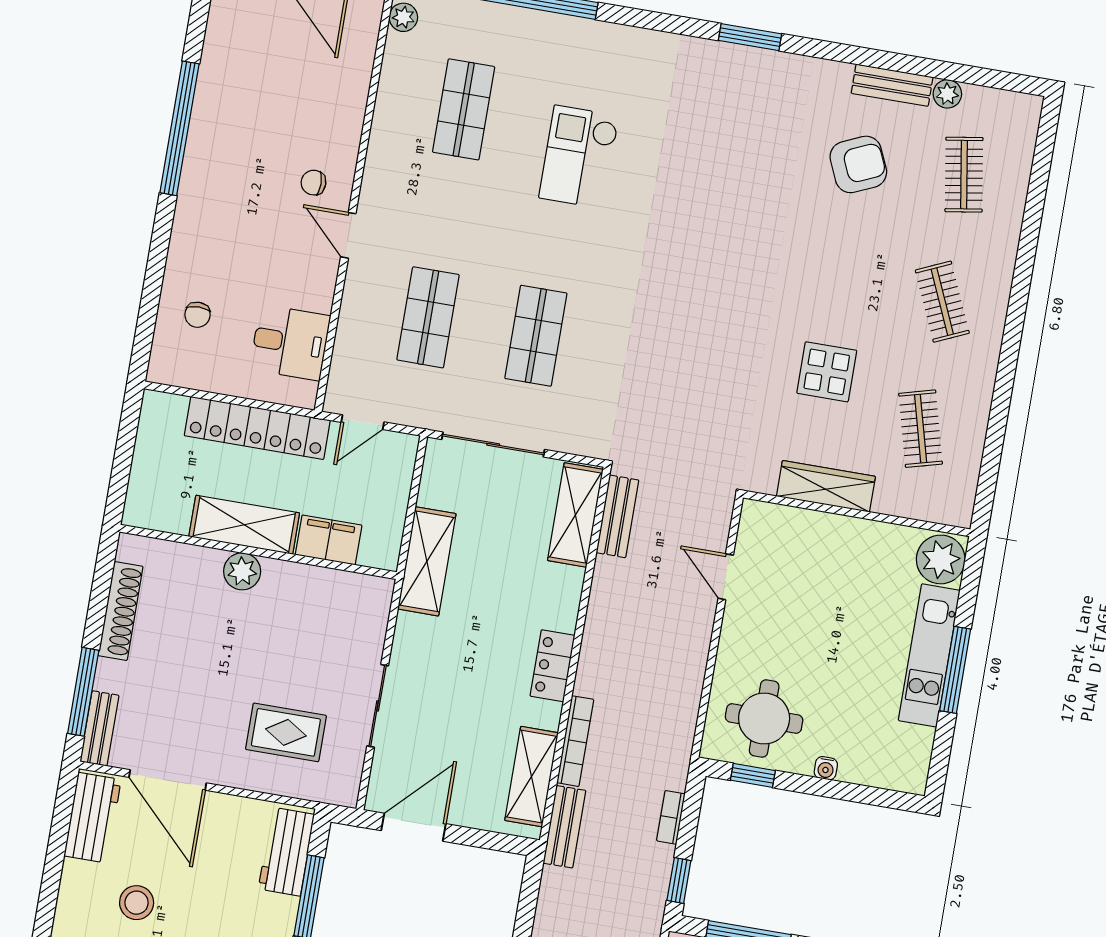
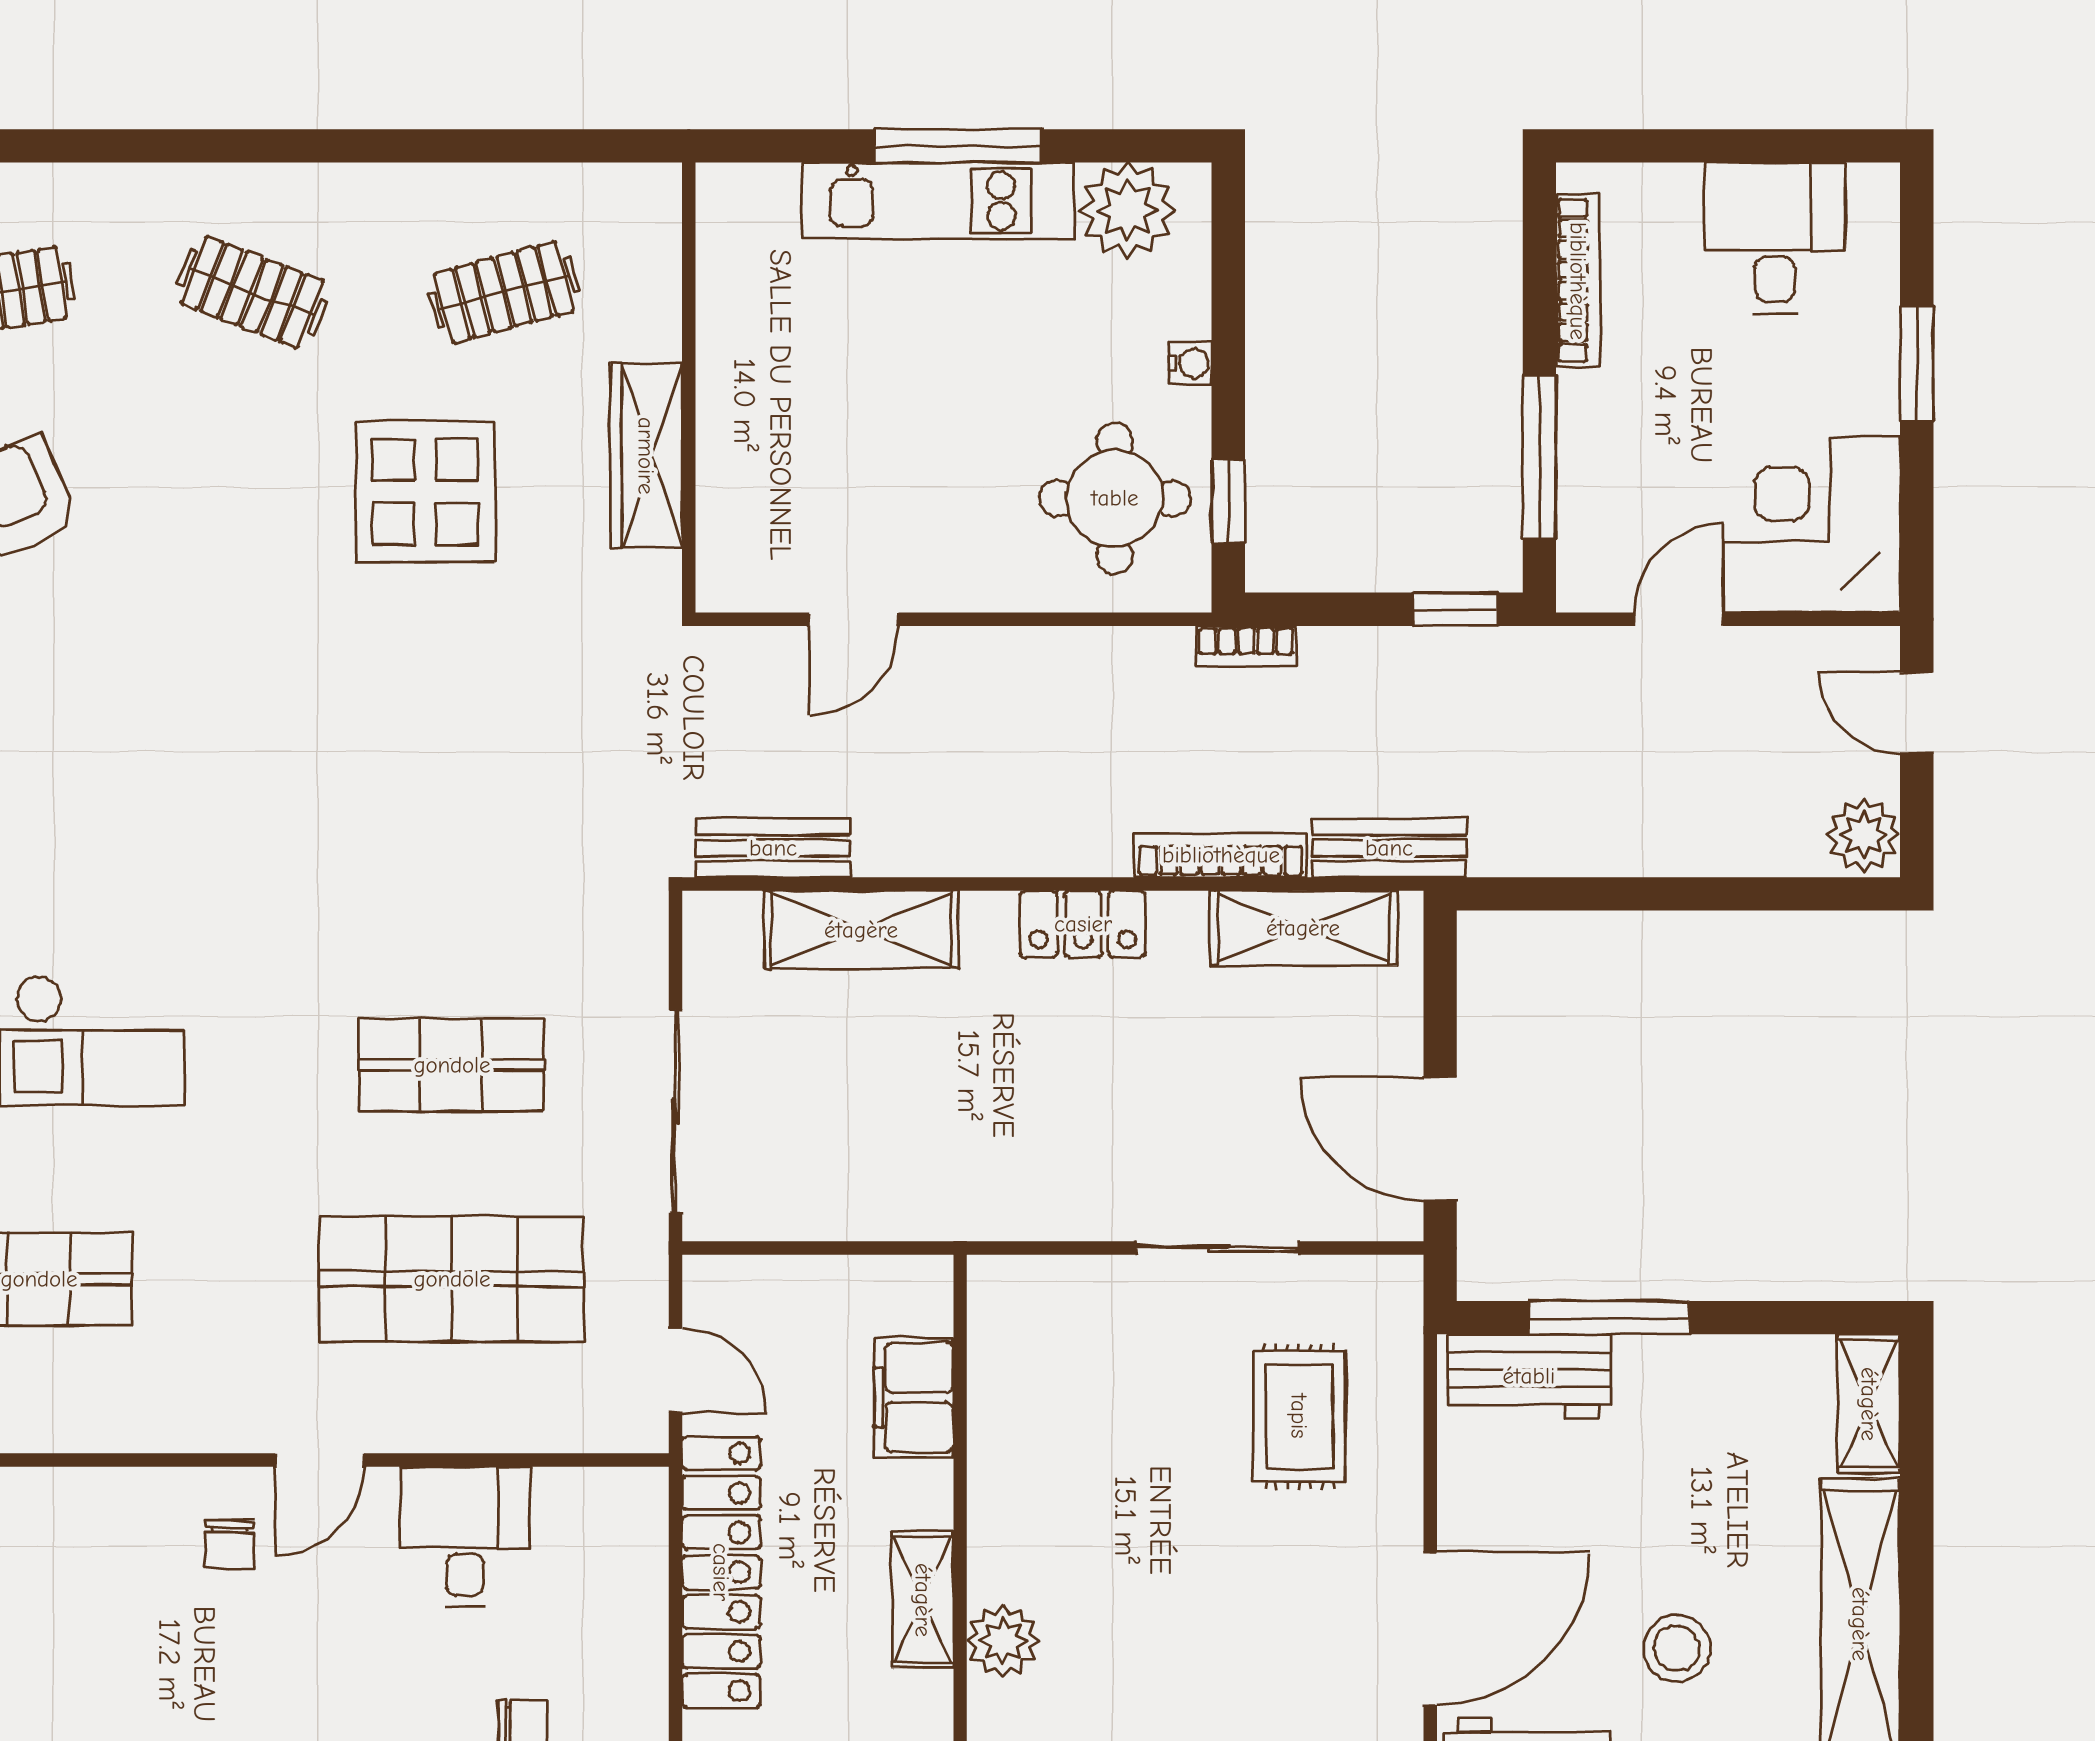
clothes rail: (942, 302) -> (252, 292), turned 45
shop shelf: (428, 317) -> (452, 1279), width x1.43, depth x1.36
desk: (290, 342) -> (465, 1537), moved
display table: (827, 372) -> (425, 492), width x1.36, depth x1.36
shelving: (575, 515) -> (861, 930), moved
shelving: (244, 525) -> (923, 1600), width x0.67, depth x0.75
plant: (941, 559) -> (1128, 210), moved
shelving: (427, 561) -> (923, 1201), removed
plant: (242, 571) -> (1003, 1641), moved
bookcase: (671, 817) -> (1246, 646), moved

